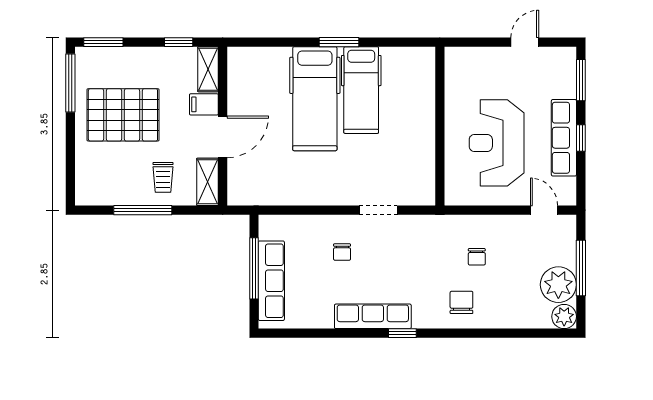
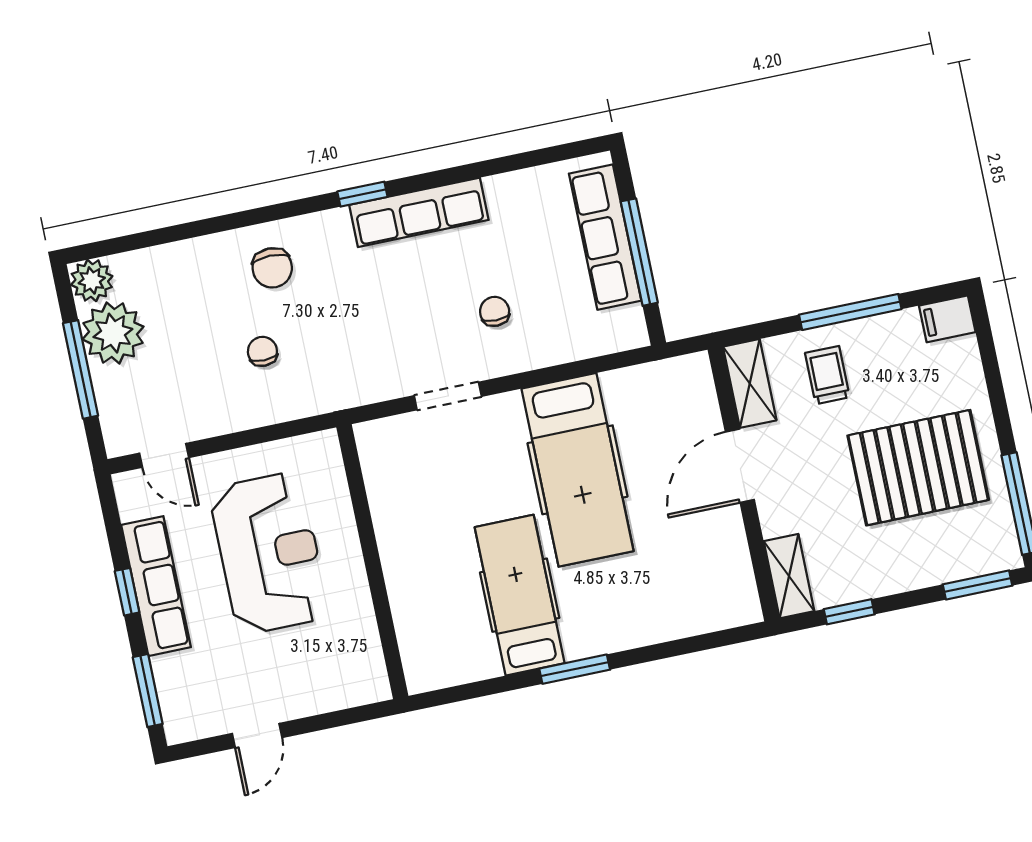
hospital bed: (315, 99) -> (578, 470), moved, turned 180
filing cabinet: (204, 104) -> (947, 319), moved, turned 180

